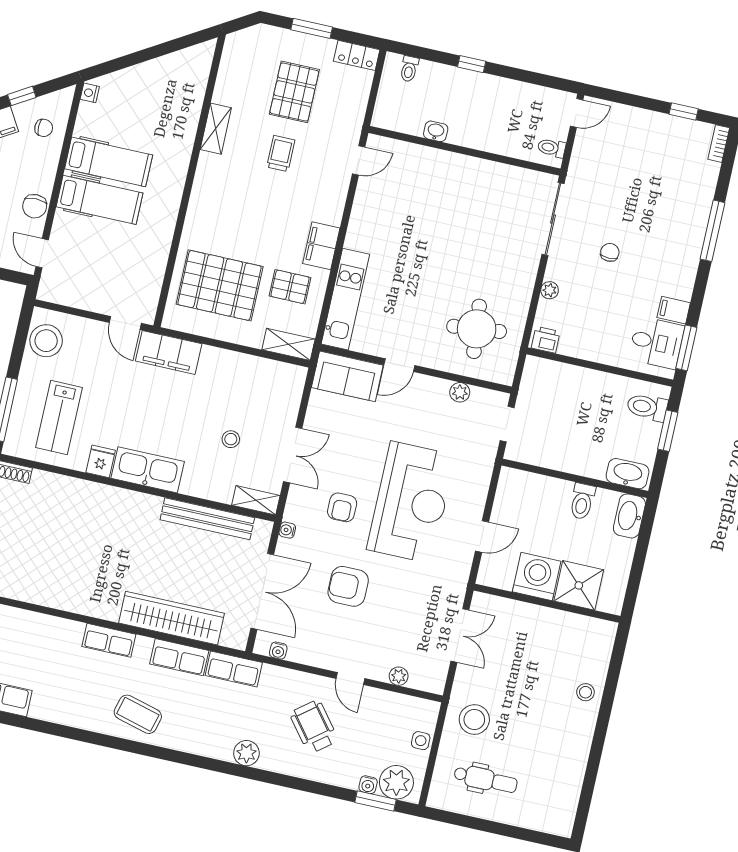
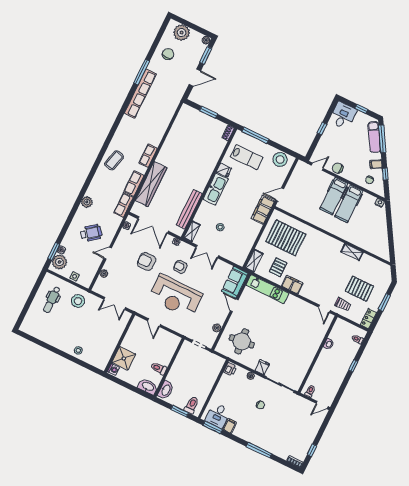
door: (577, 113) -> (322, 405), hinge flipped
trolley: (281, 153) -> (343, 304), moved
fridge: (523, 268) -> (262, 367), added
pallet: (220, 285) -> (286, 238), turned 90
lab bench: (59, 417) -> (247, 157), turned 180
washing machine: (537, 576) -> (113, 369), moved, width x0.53, depth x0.53
armchair: (348, 586) -> (147, 262), turned -90

